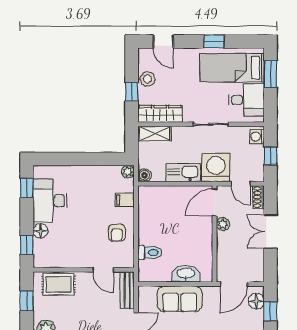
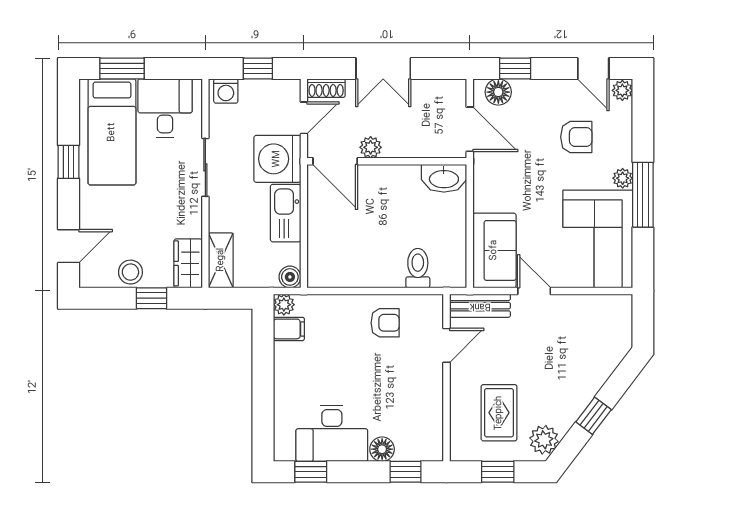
wardrobe: (160, 114) -> (188, 263), width x0.67
filing cabinet: (125, 200) -> (289, 329), moved, turned -90
washbasin: (186, 274) -> (444, 178), moved, turned -90
rug: (58, 284) -> (499, 413), moved
sofa: (180, 299) -> (494, 250), moved

